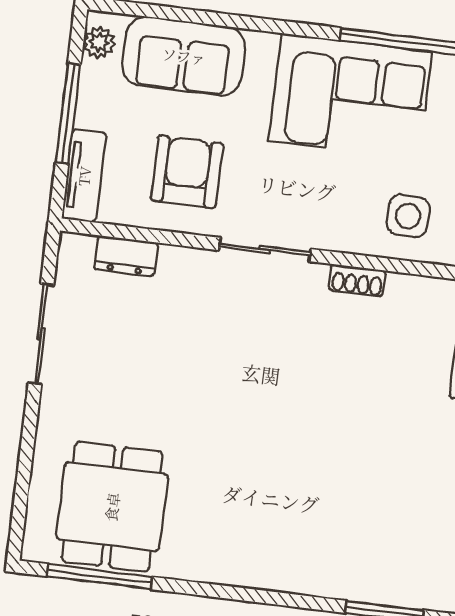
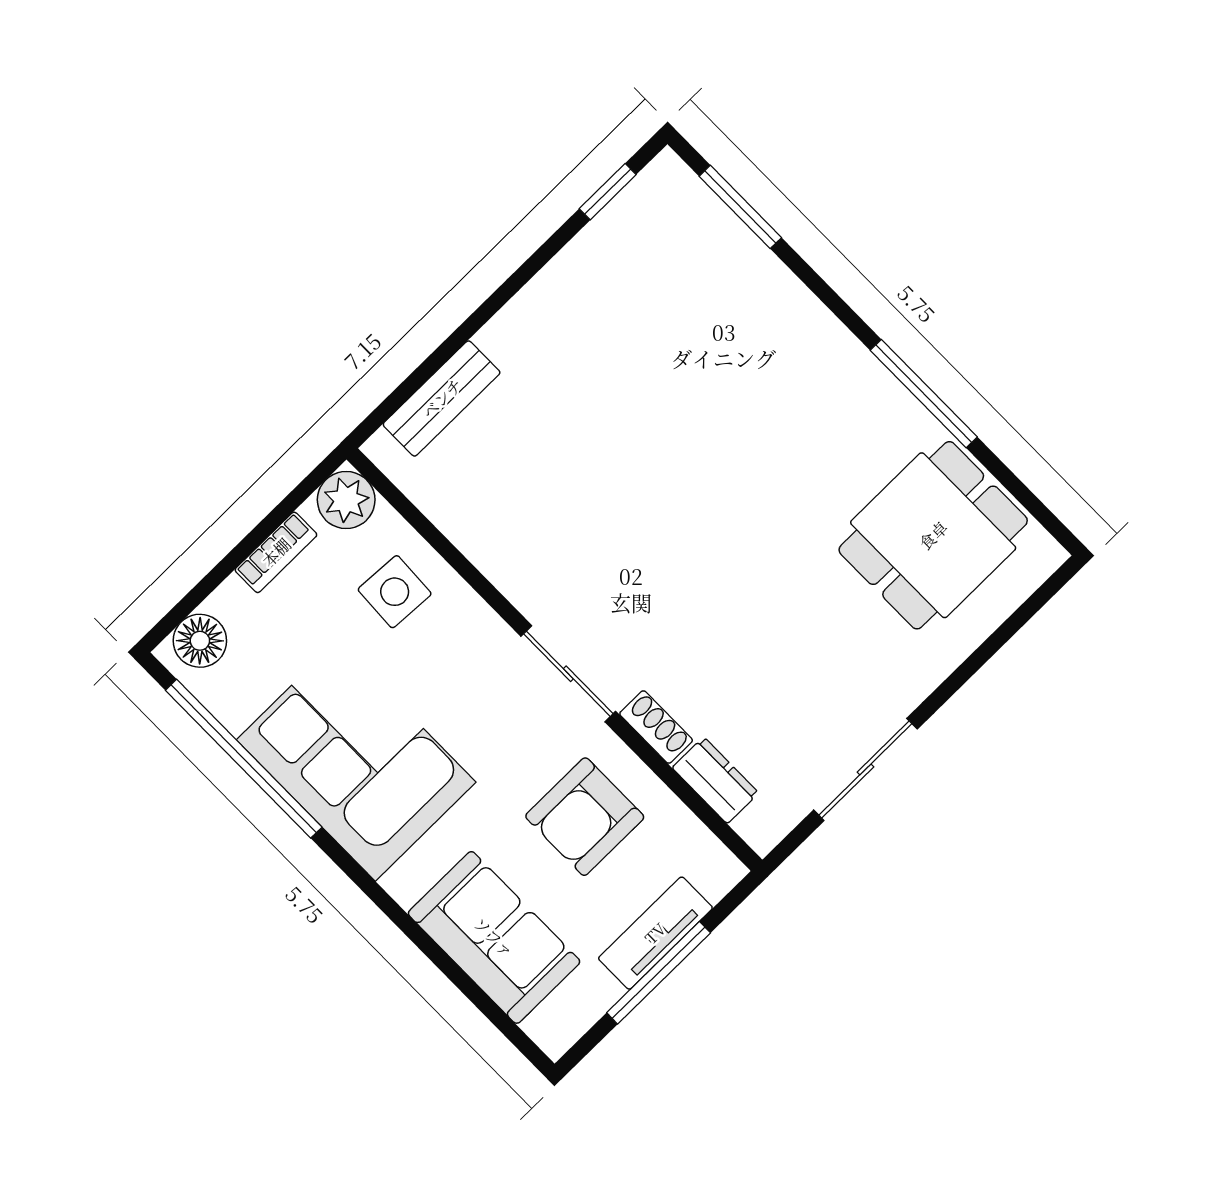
plant: (99, 42) -> (570, 1020), removed
tv unit: (84, 176) -> (655, 933), moved
shoe rack: (357, 280) -> (656, 727), moved
window: (99, 577) -> (924, 394), moved

